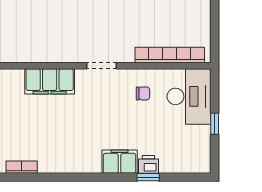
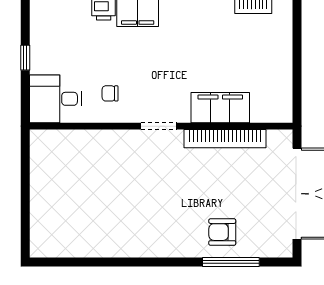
bookcase: (170, 55) -> (225, 139), moved
desk: (189, 96) -> (56, 99), width x0.73

